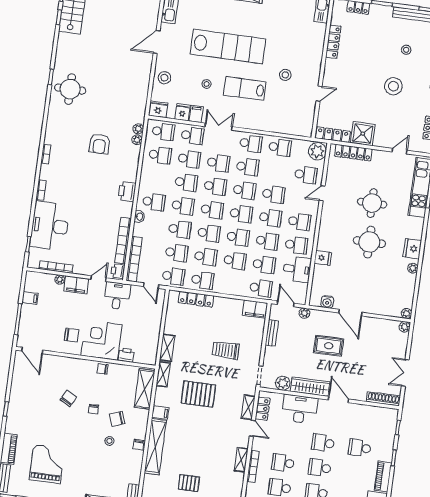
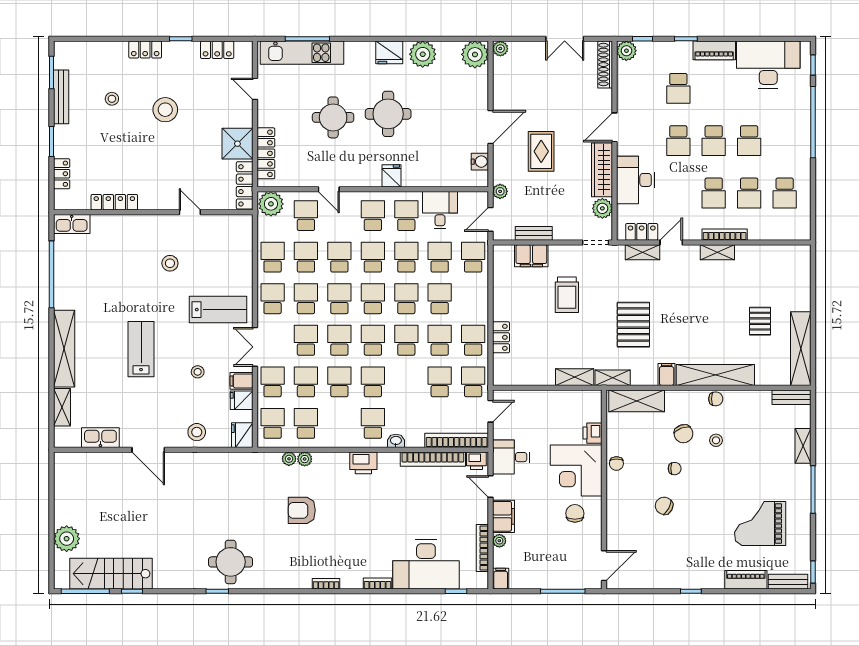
lab bench: (228, 46) -> (141, 349), width x0.54, depth x0.72
lab bench: (245, 89) -> (218, 310), moved, turned -90
plant: (138, 129) -> (305, 459), moved
armchair: (100, 144) -> (302, 510), turned 180
school desk: (180, 229) -> (306, 257), moved
fridge: (323, 258) -> (392, 176), moved
plant: (413, 268) -> (423, 54), width x1.88, depth x1.88
filing cabinet: (30, 298) -> (501, 579), moved
locker: (196, 299) -> (501, 337), width x0.66
filing cabinet: (255, 309) -> (531, 256), moved, turned 90
plant: (407, 314) -> (475, 54), width x1.87, depth x1.87
plant: (391, 415) -> (626, 51), added

